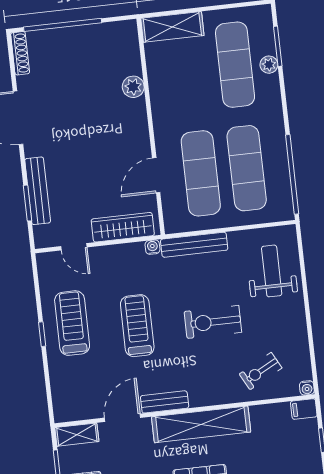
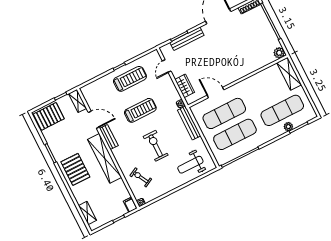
plant: (133, 87) -> (279, 53), moved
wardrobe: (123, 227) -> (185, 86), width x0.67
weight bench: (272, 271) -> (190, 165), turned 180

